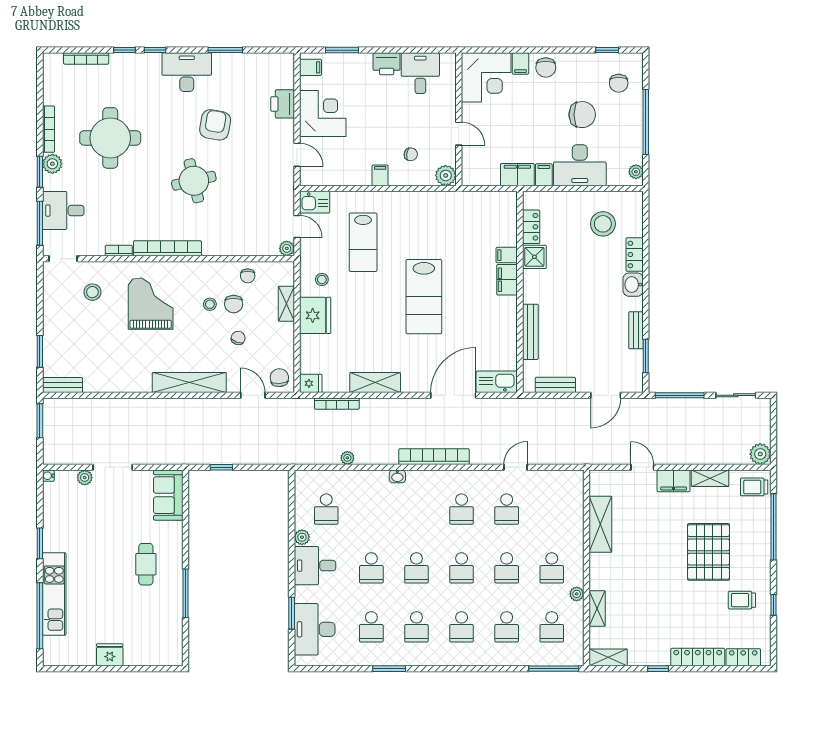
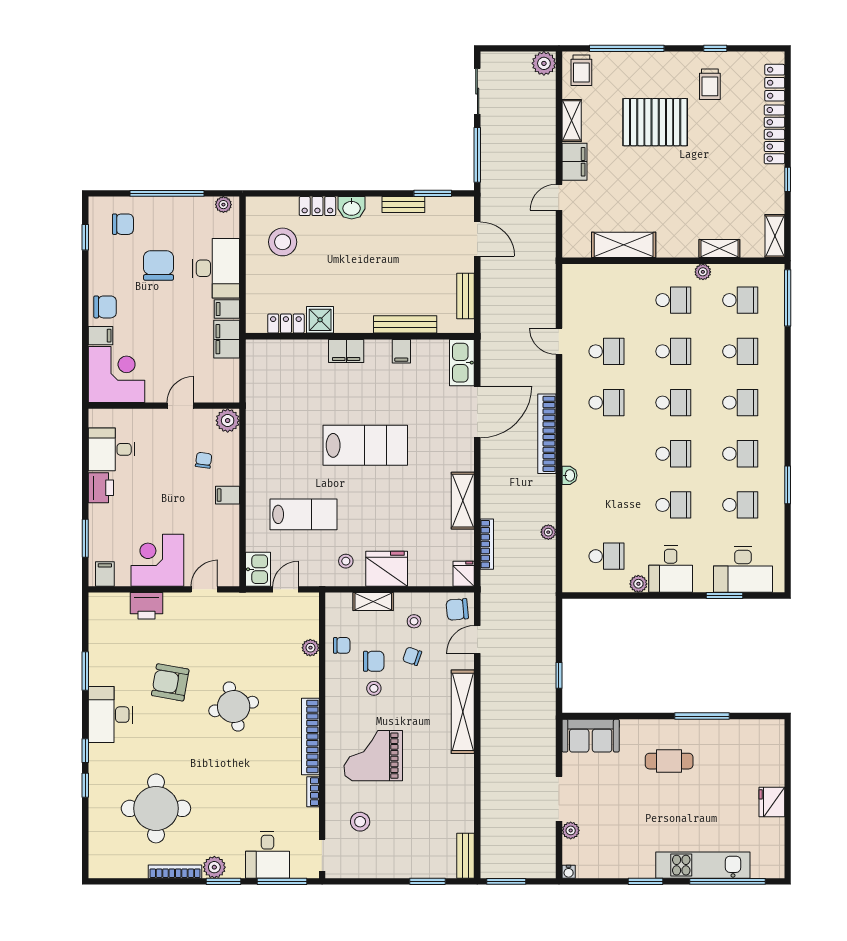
bookcase: (86, 59) -> (95, 829), removed
round table: (110, 138) -> (156, 808), moved
plant: (287, 248) -> (310, 648), moved
filing cabinet: (507, 255) -> (401, 351), moved
stool: (269, 340) -> (414, 621), added
door: (453, 395) -> (477, 412), swing flipped

